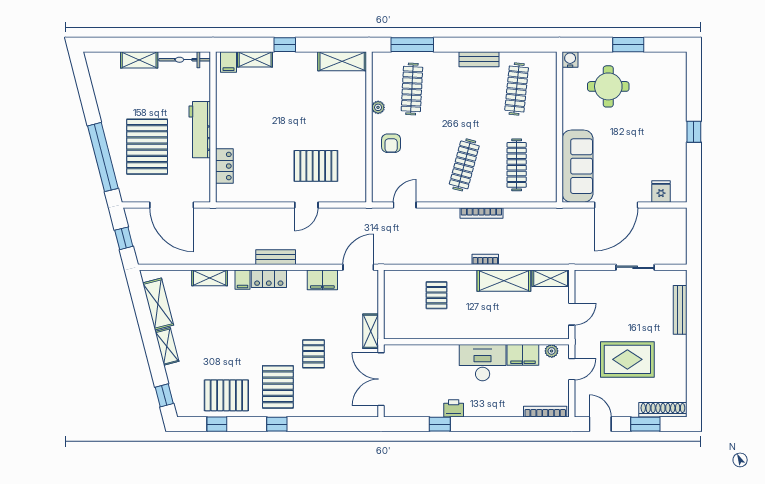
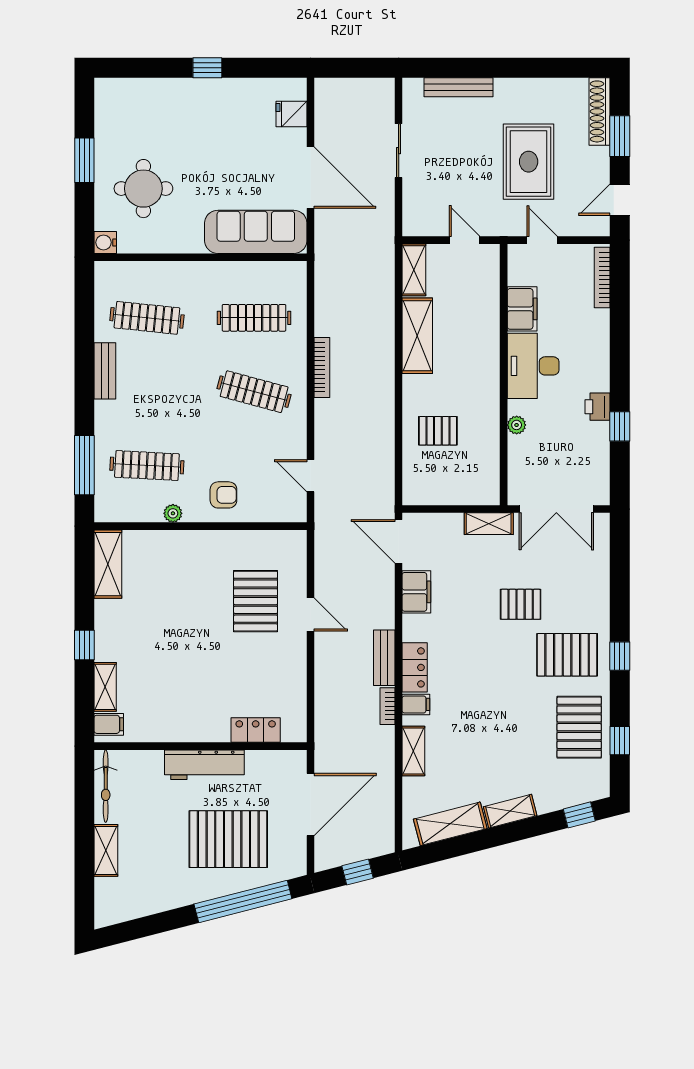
bookcase: (485, 259) -> (387, 706), moved
plant: (552, 351) -> (517, 425), moved

